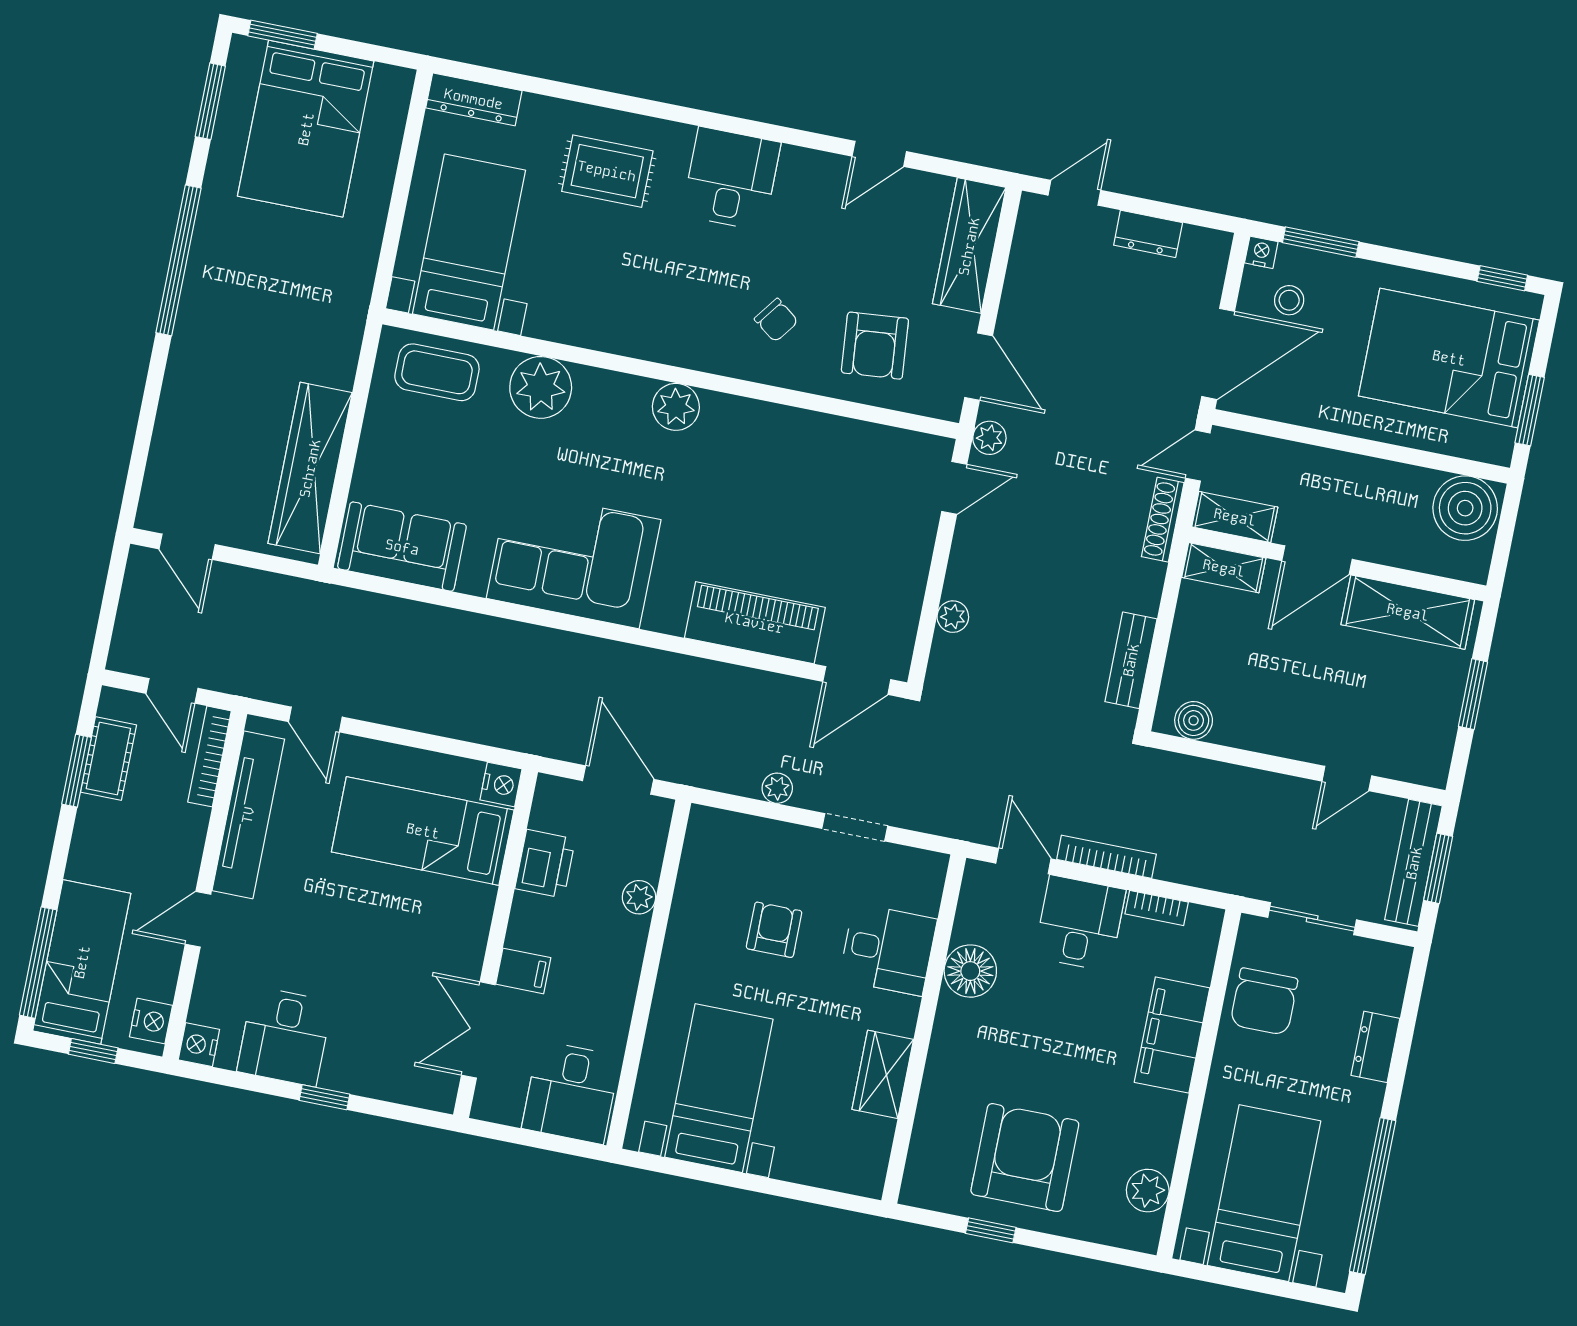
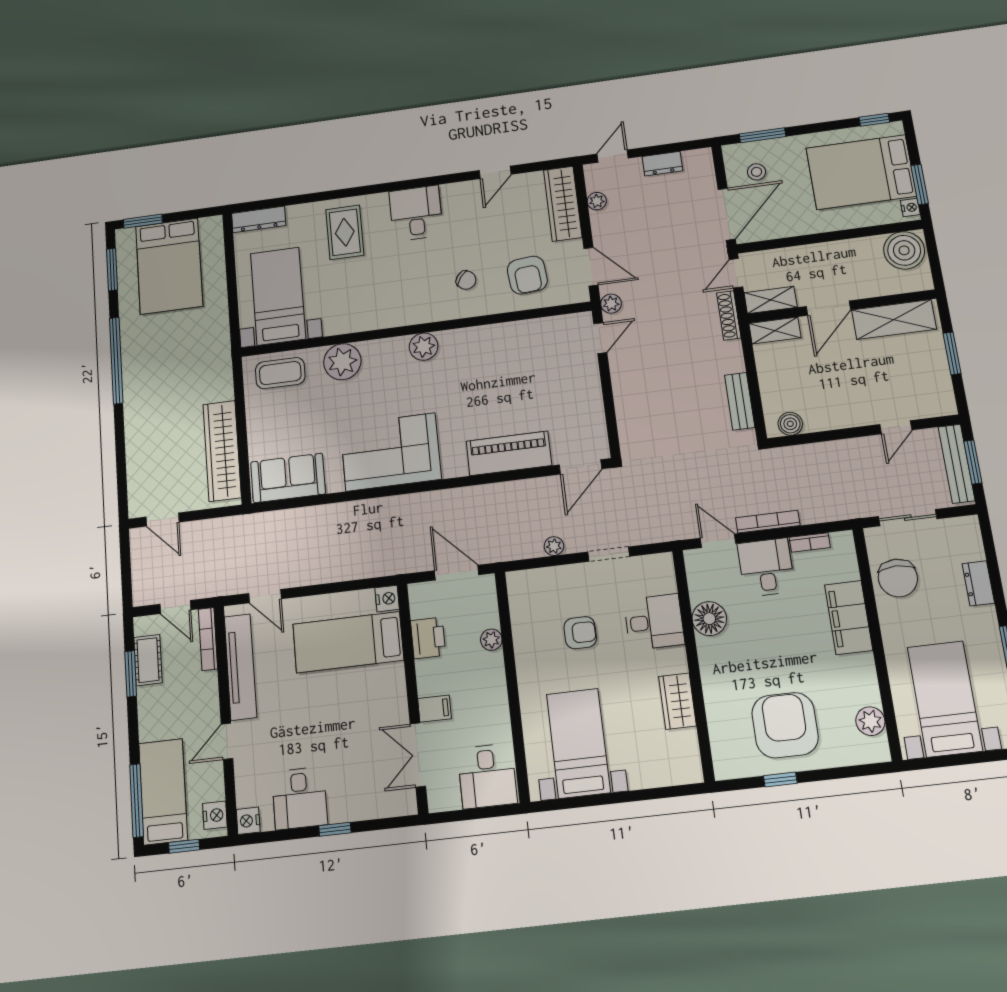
rug: (607, 171) -> (345, 232), turned 90
nightstand: (1261, 252) -> (910, 207), moved, turned 90
plant: (953, 617) -> (597, 201), moved
armchair: (774, 930) -> (580, 633), turned 90

